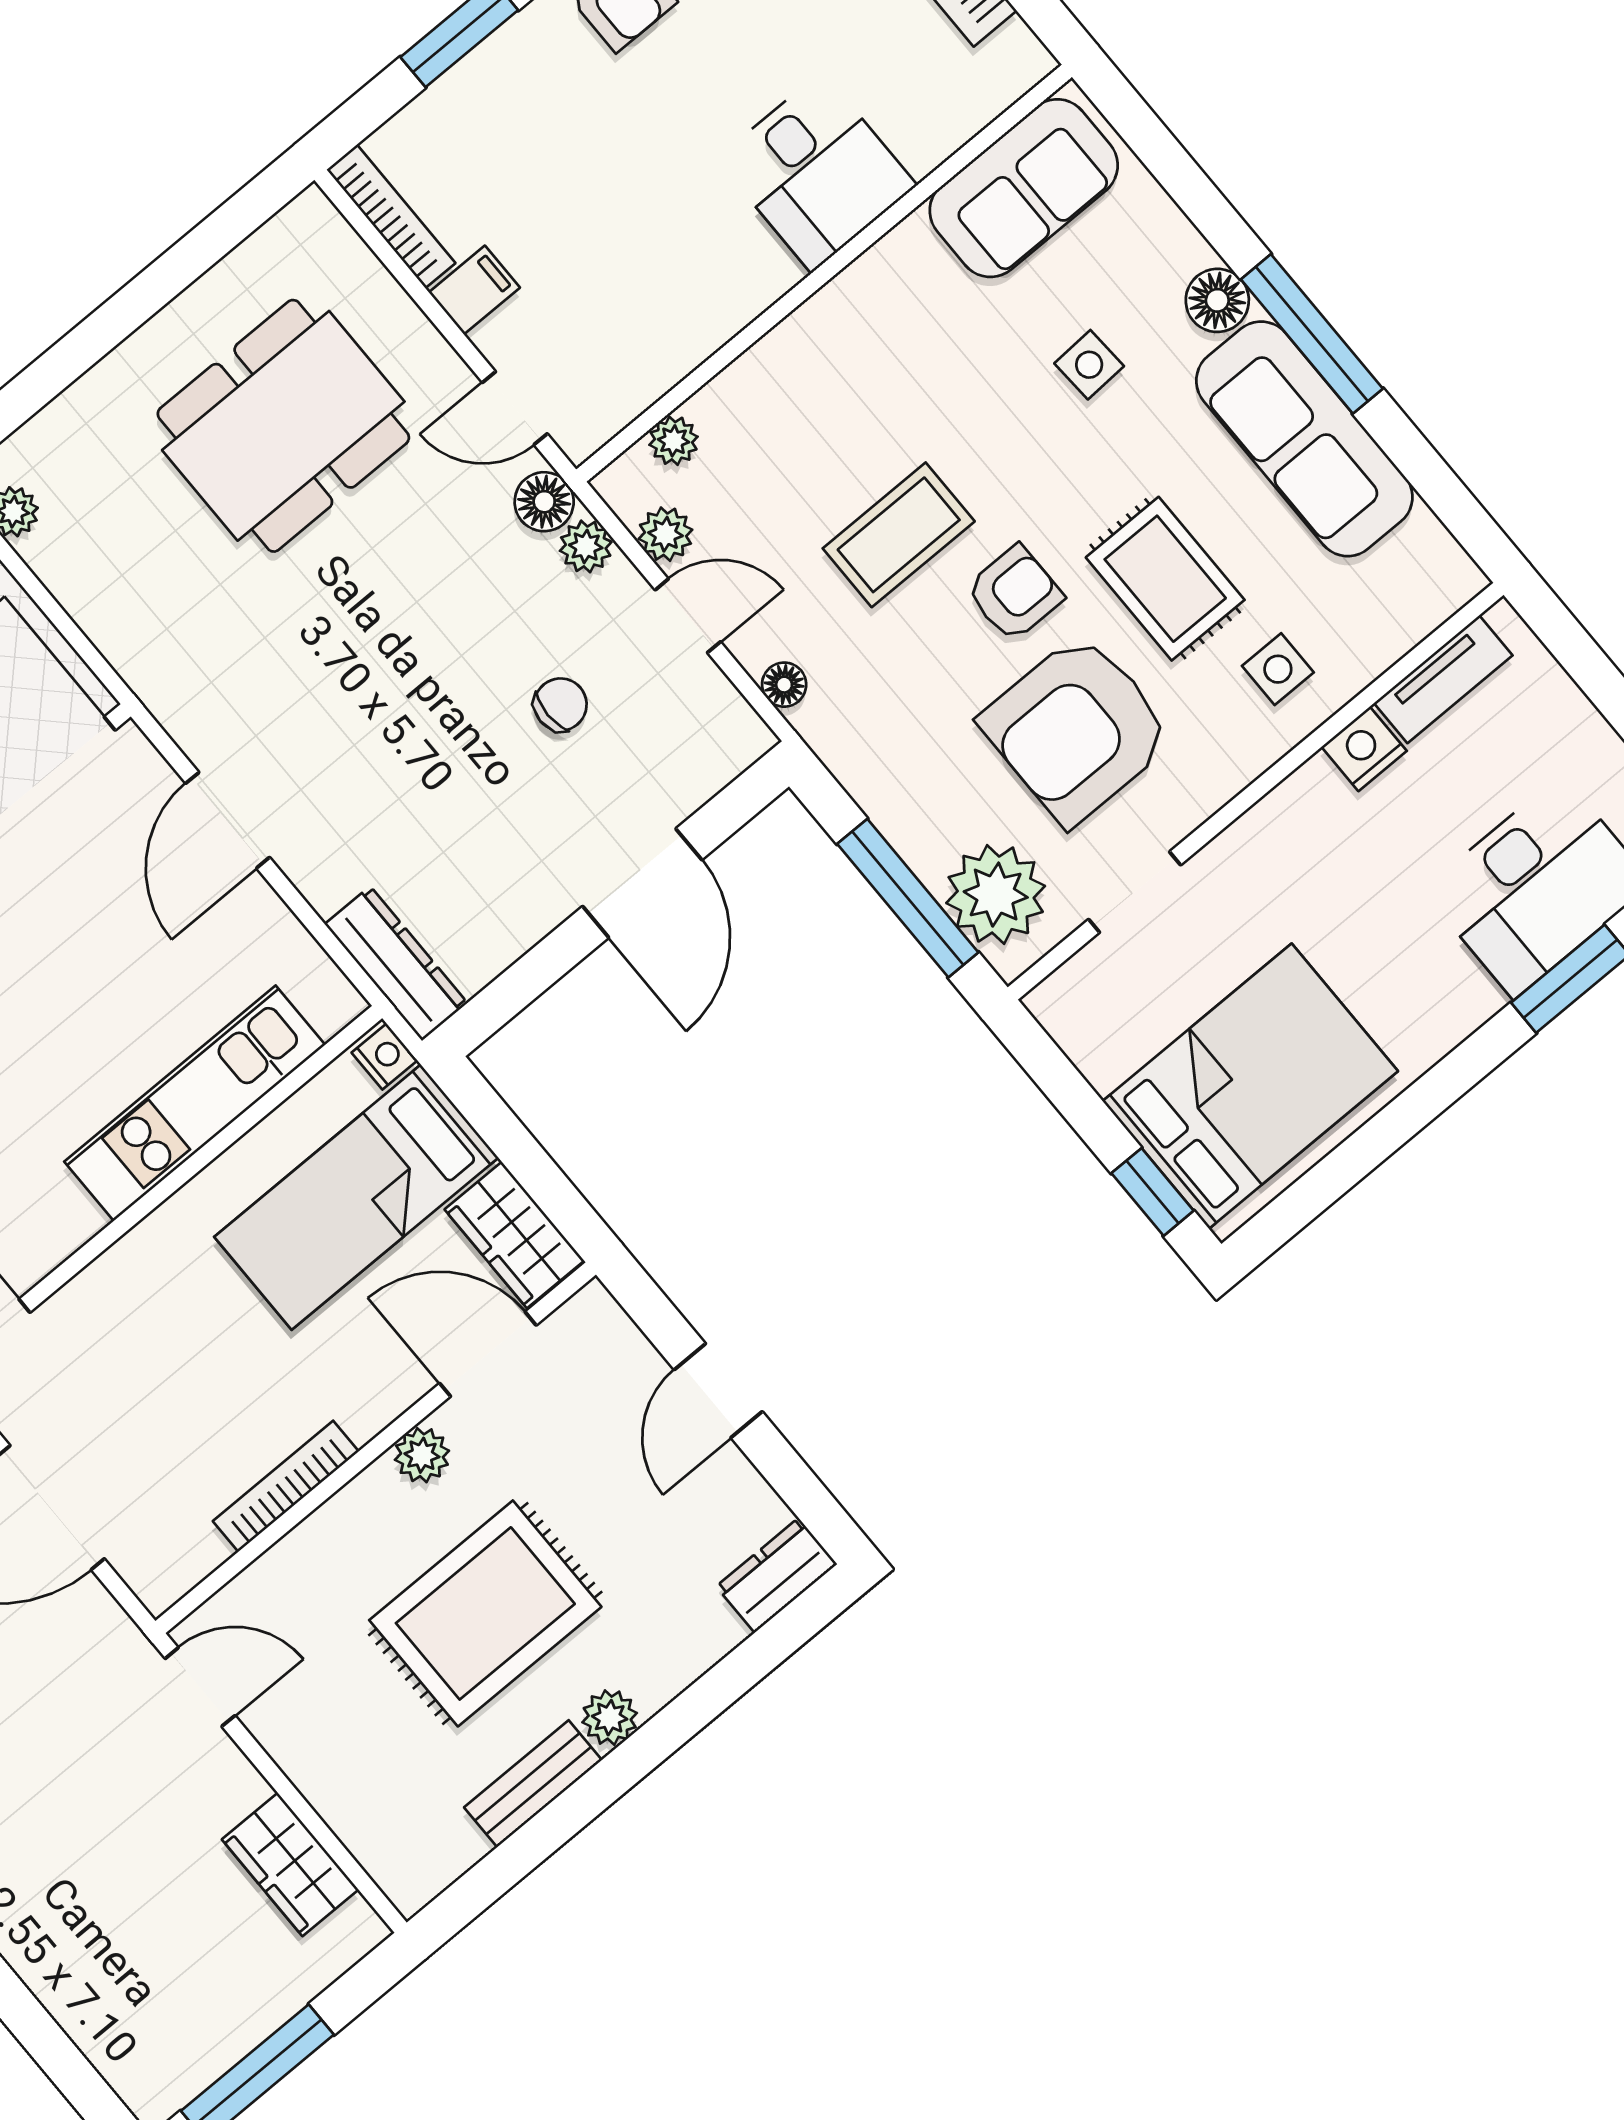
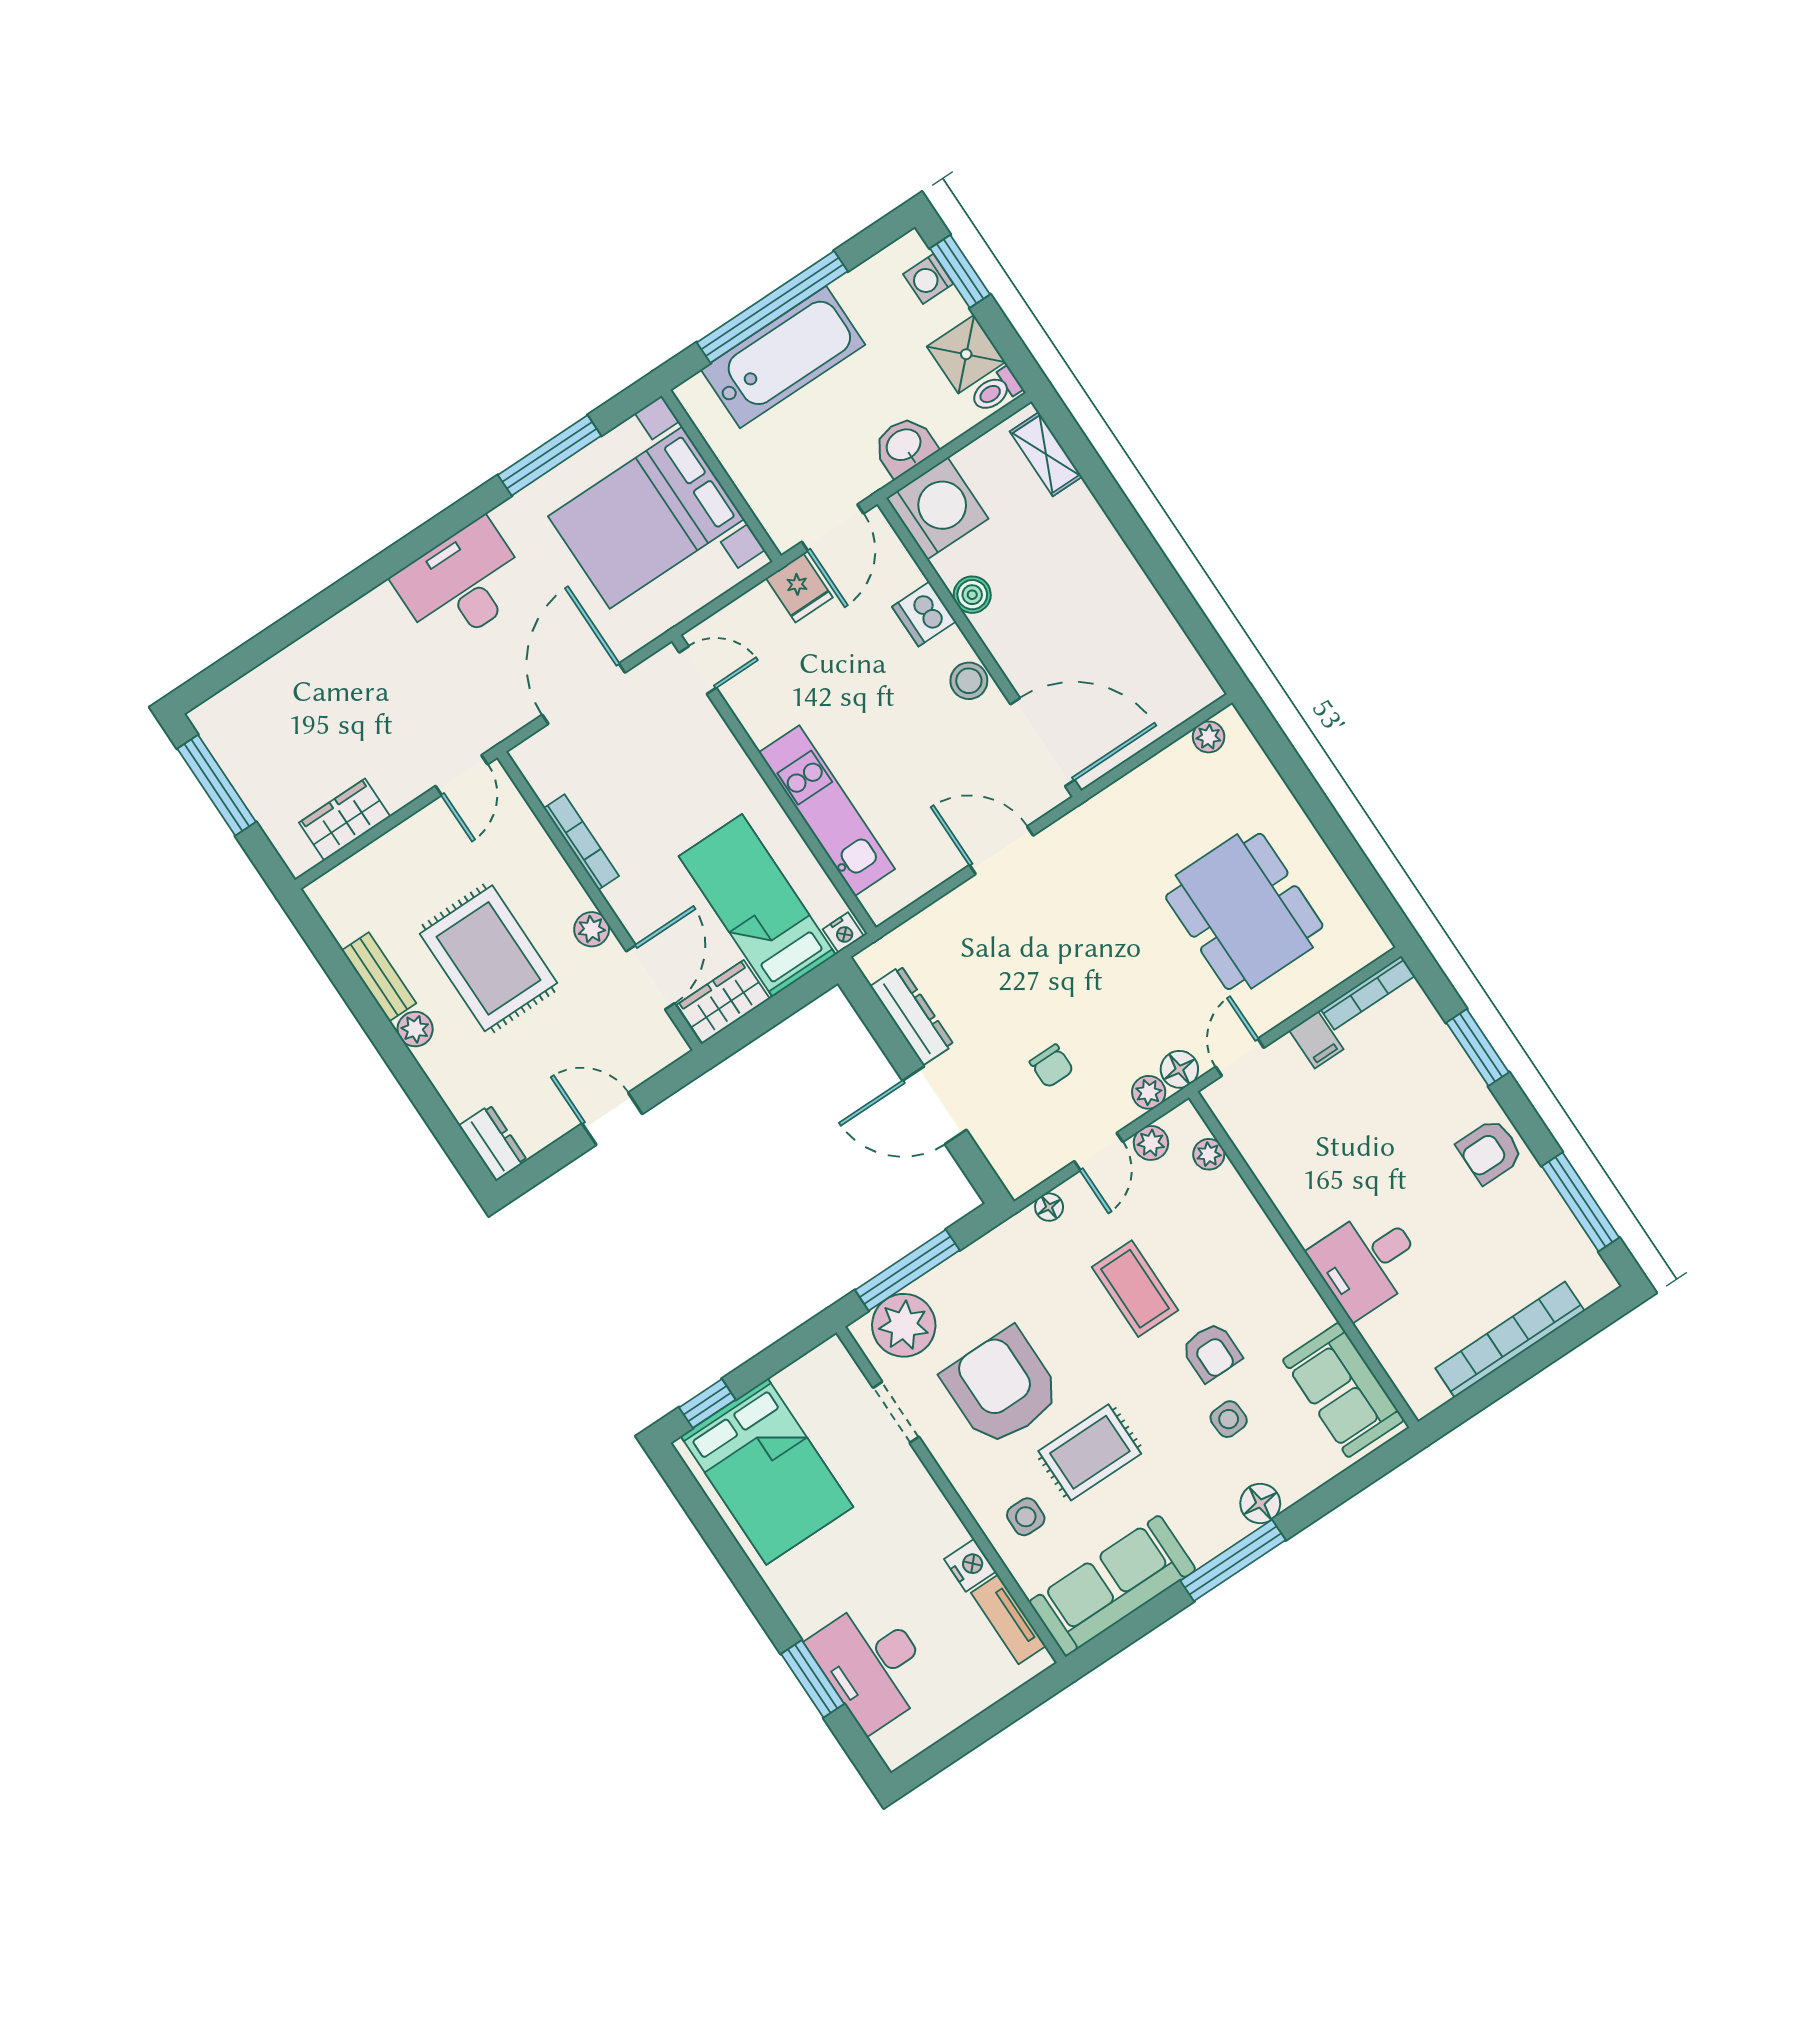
sofa: (1304, 439) -> (1112, 1586), moved
armchair: (1014, 593) -> (1211, 1352), moved
dresser: (396, 964) -> (912, 1015), moved, turned -90

